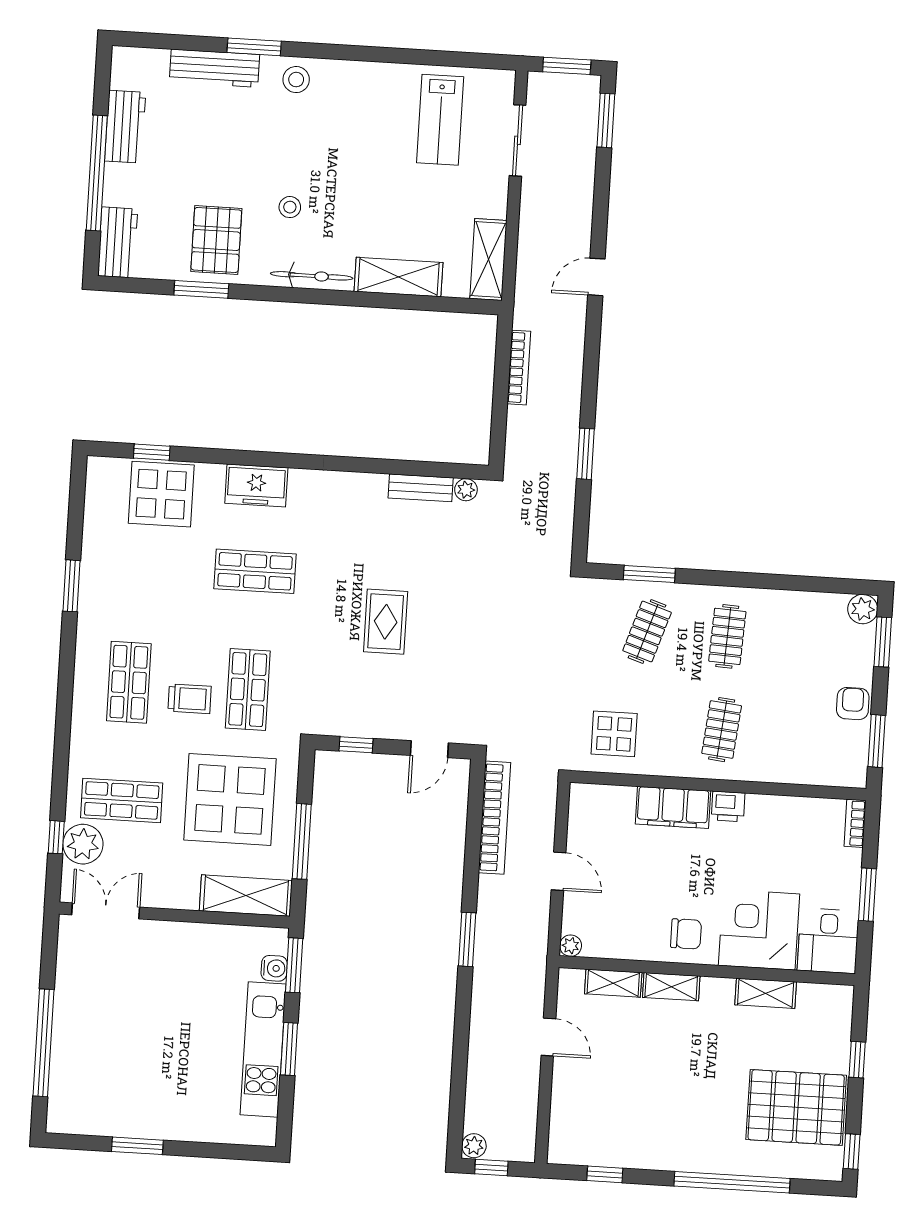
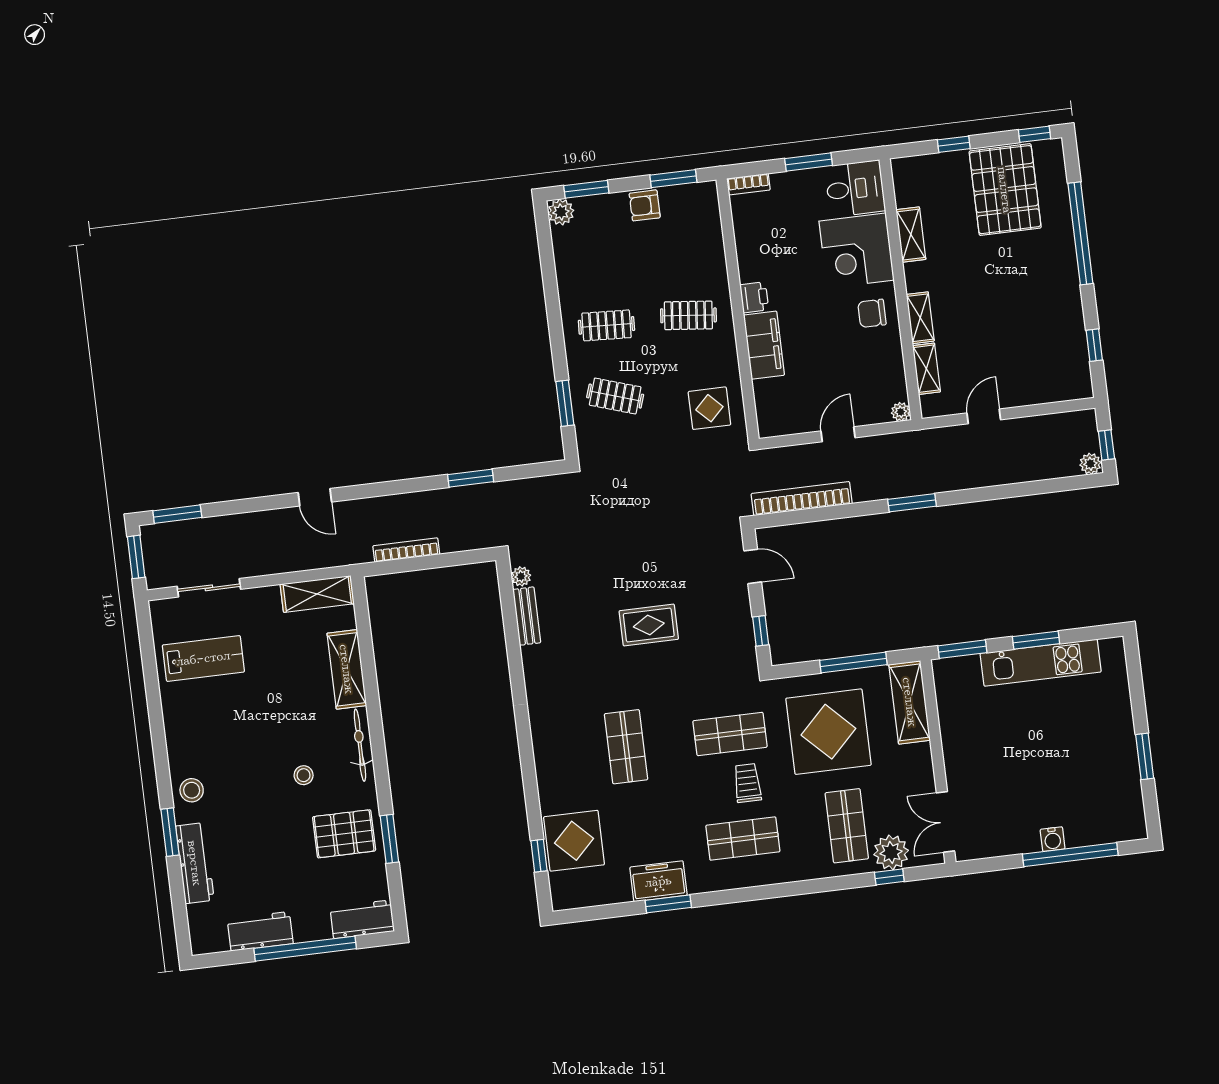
freezer: (256, 485) -> (658, 881), moved, turned -90
chair: (686, 934) -> (872, 313), turned -90
water cooler: (274, 968) -> (1053, 839), moved, turned 180

